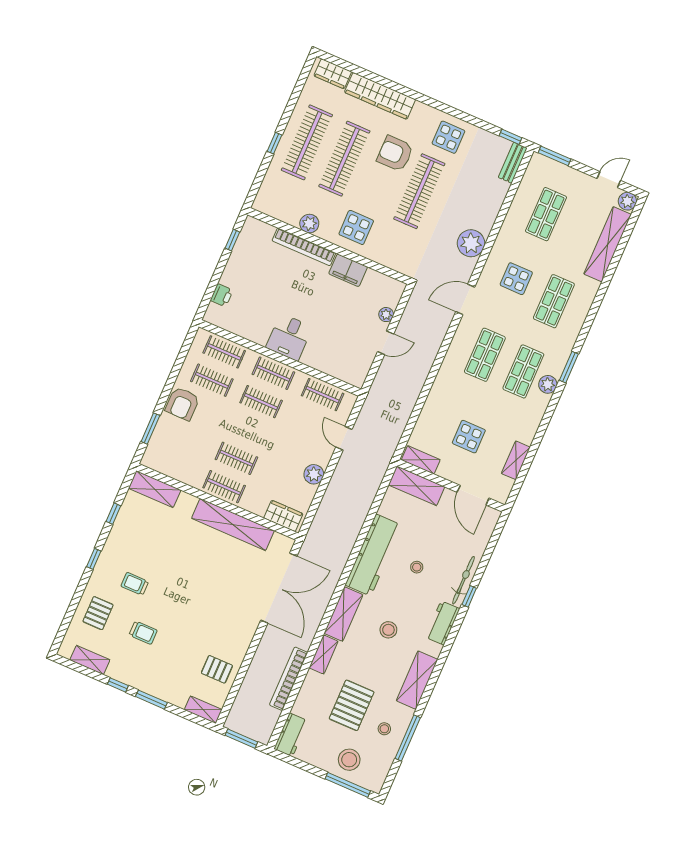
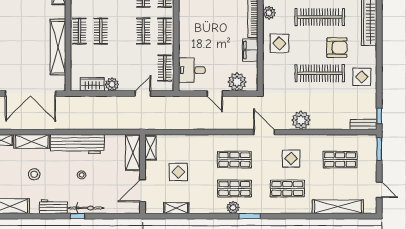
armchair: (395, 154) -> (337, 48), turned 90
plant: (627, 201) -> (371, 207), removed
plant: (386, 315) -> (237, 82), width x1.88, depth x1.88
desk: (289, 337) -> (192, 70), moved
wardrobe: (283, 516) -> (92, 84), moved, turned -90

